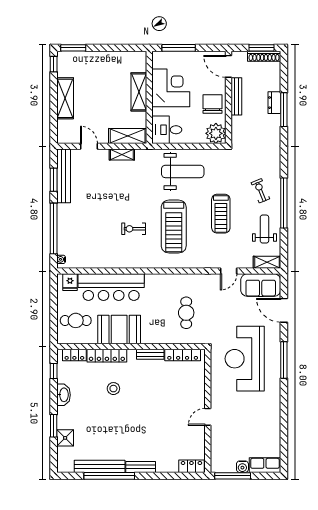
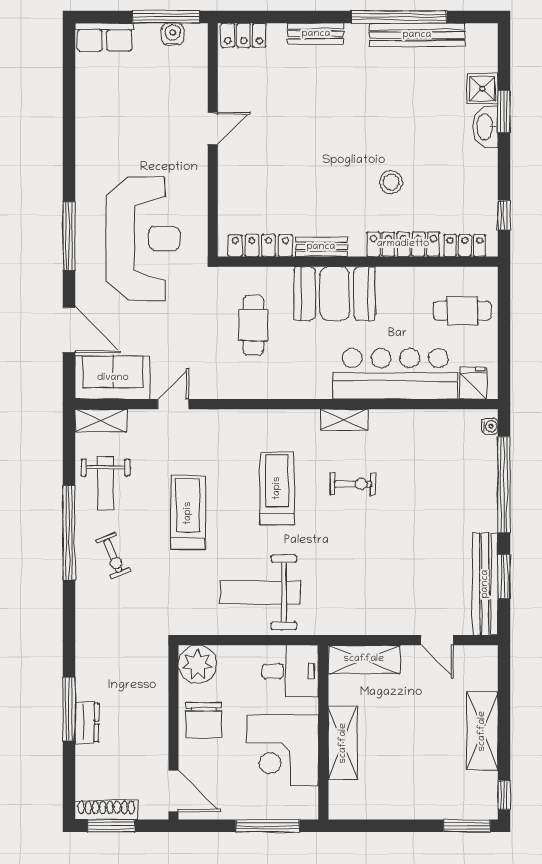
bench: (236, 96) -> (159, 734), removed
shelving: (122, 154) -> (344, 420), moved
treadmill: (174, 227) -> (277, 488), width x0.73, depth x0.73
booth: (119, 330) -> (335, 294), moved
washbasin: (64, 395) -> (485, 127), moved
bench: (141, 467) -> (316, 34), moved
water cooler: (242, 467) -> (173, 34), moved

